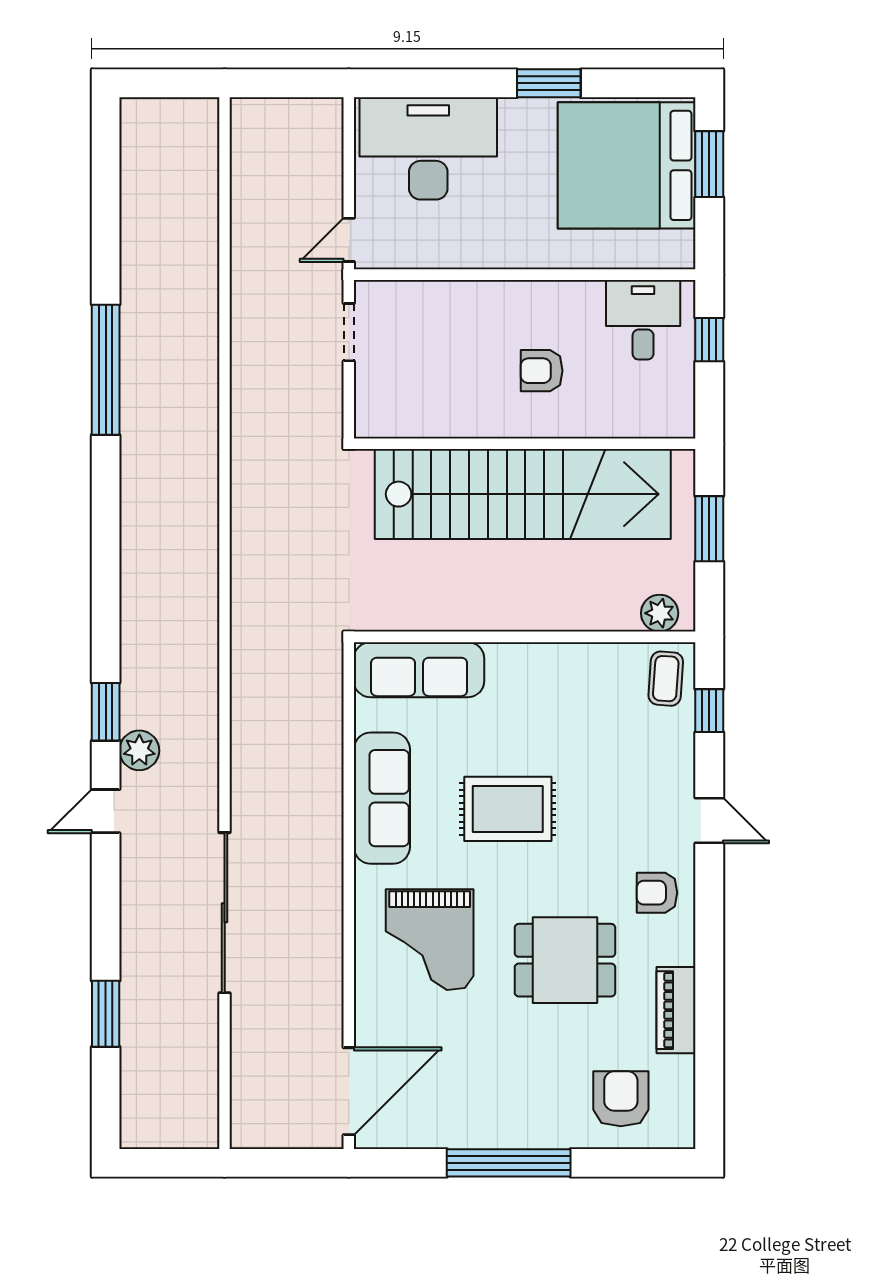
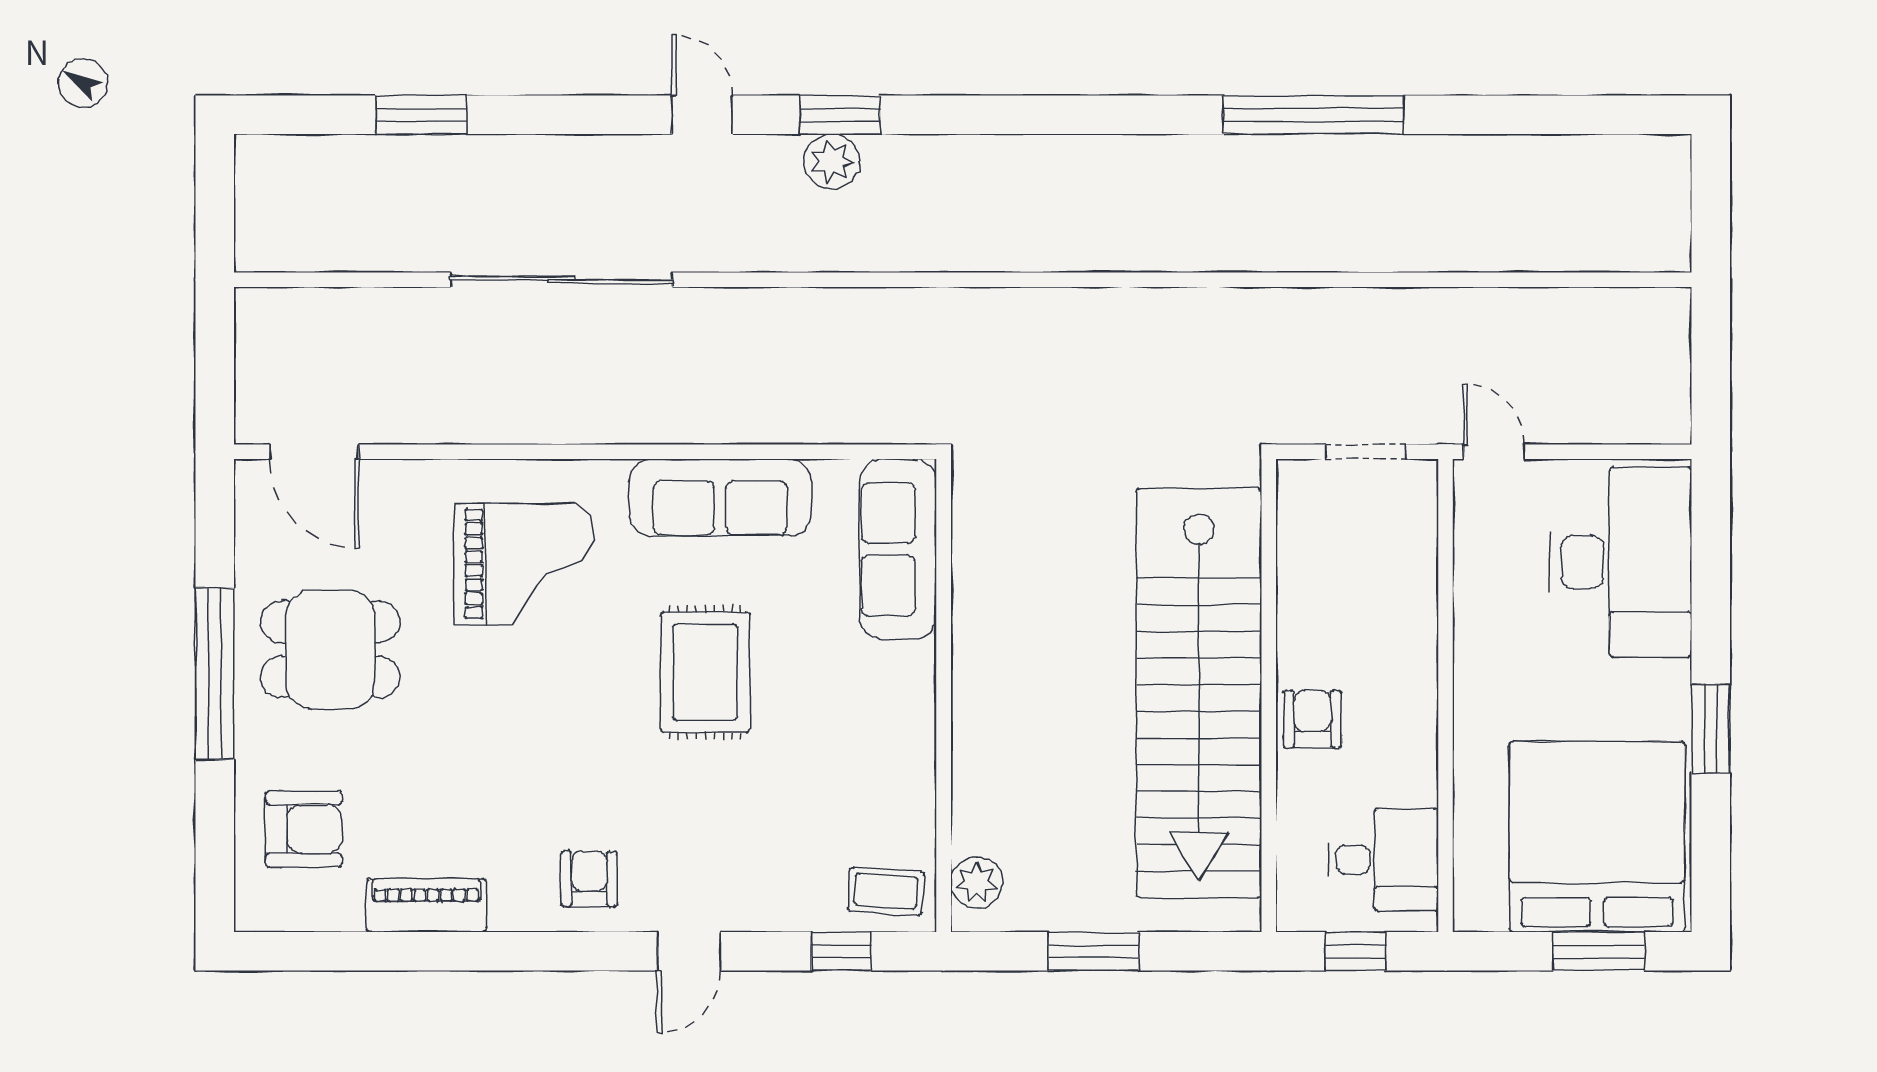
wall: (525, 444) -> (1269, 696), moved
stairs: (523, 494) -> (1199, 693), moved
plant: (139, 750) -> (832, 162), moved
grand piano: (430, 940) -> (524, 564), turned 180
dining table: (565, 960) -> (330, 649), moved, turned 90
door: (349, 1091) -> (314, 452), width x0.73

